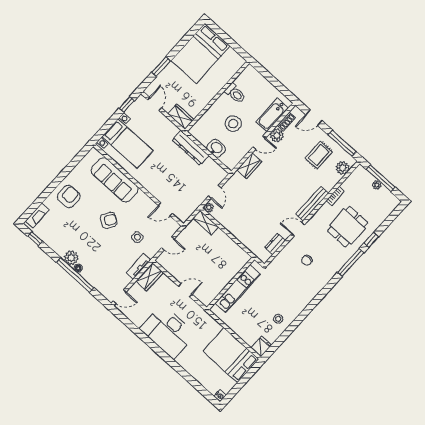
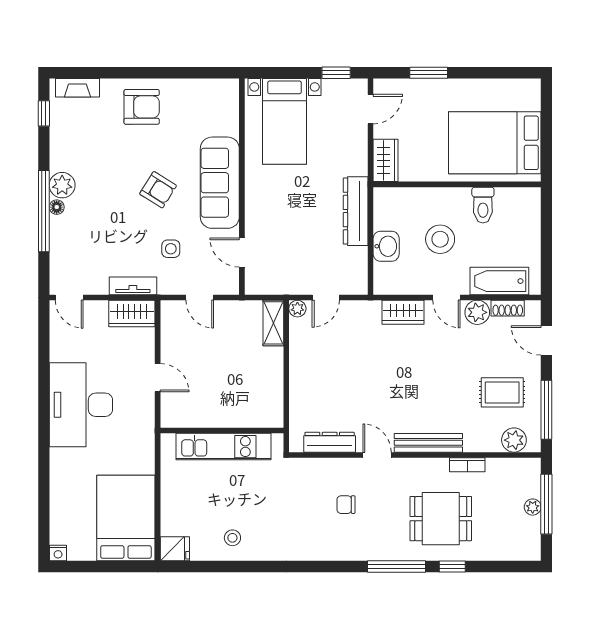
bed: (200, 53) -> (495, 143), moved
sofa: (115, 180) -> (220, 183), moved
dresser: (275, 244) -> (330, 442), width x1.44

